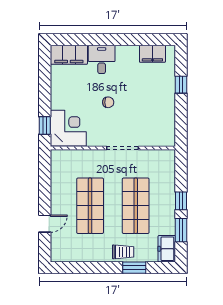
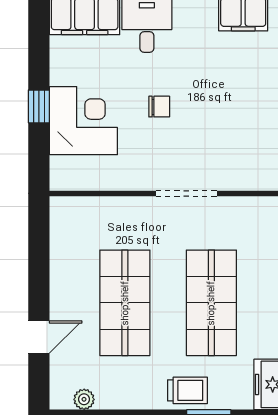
window: (45, 125) -> (39, 106), moved
corner desk: (68, 128) -> (83, 121), moved
plant: (69, 257) -> (84, 399), added

